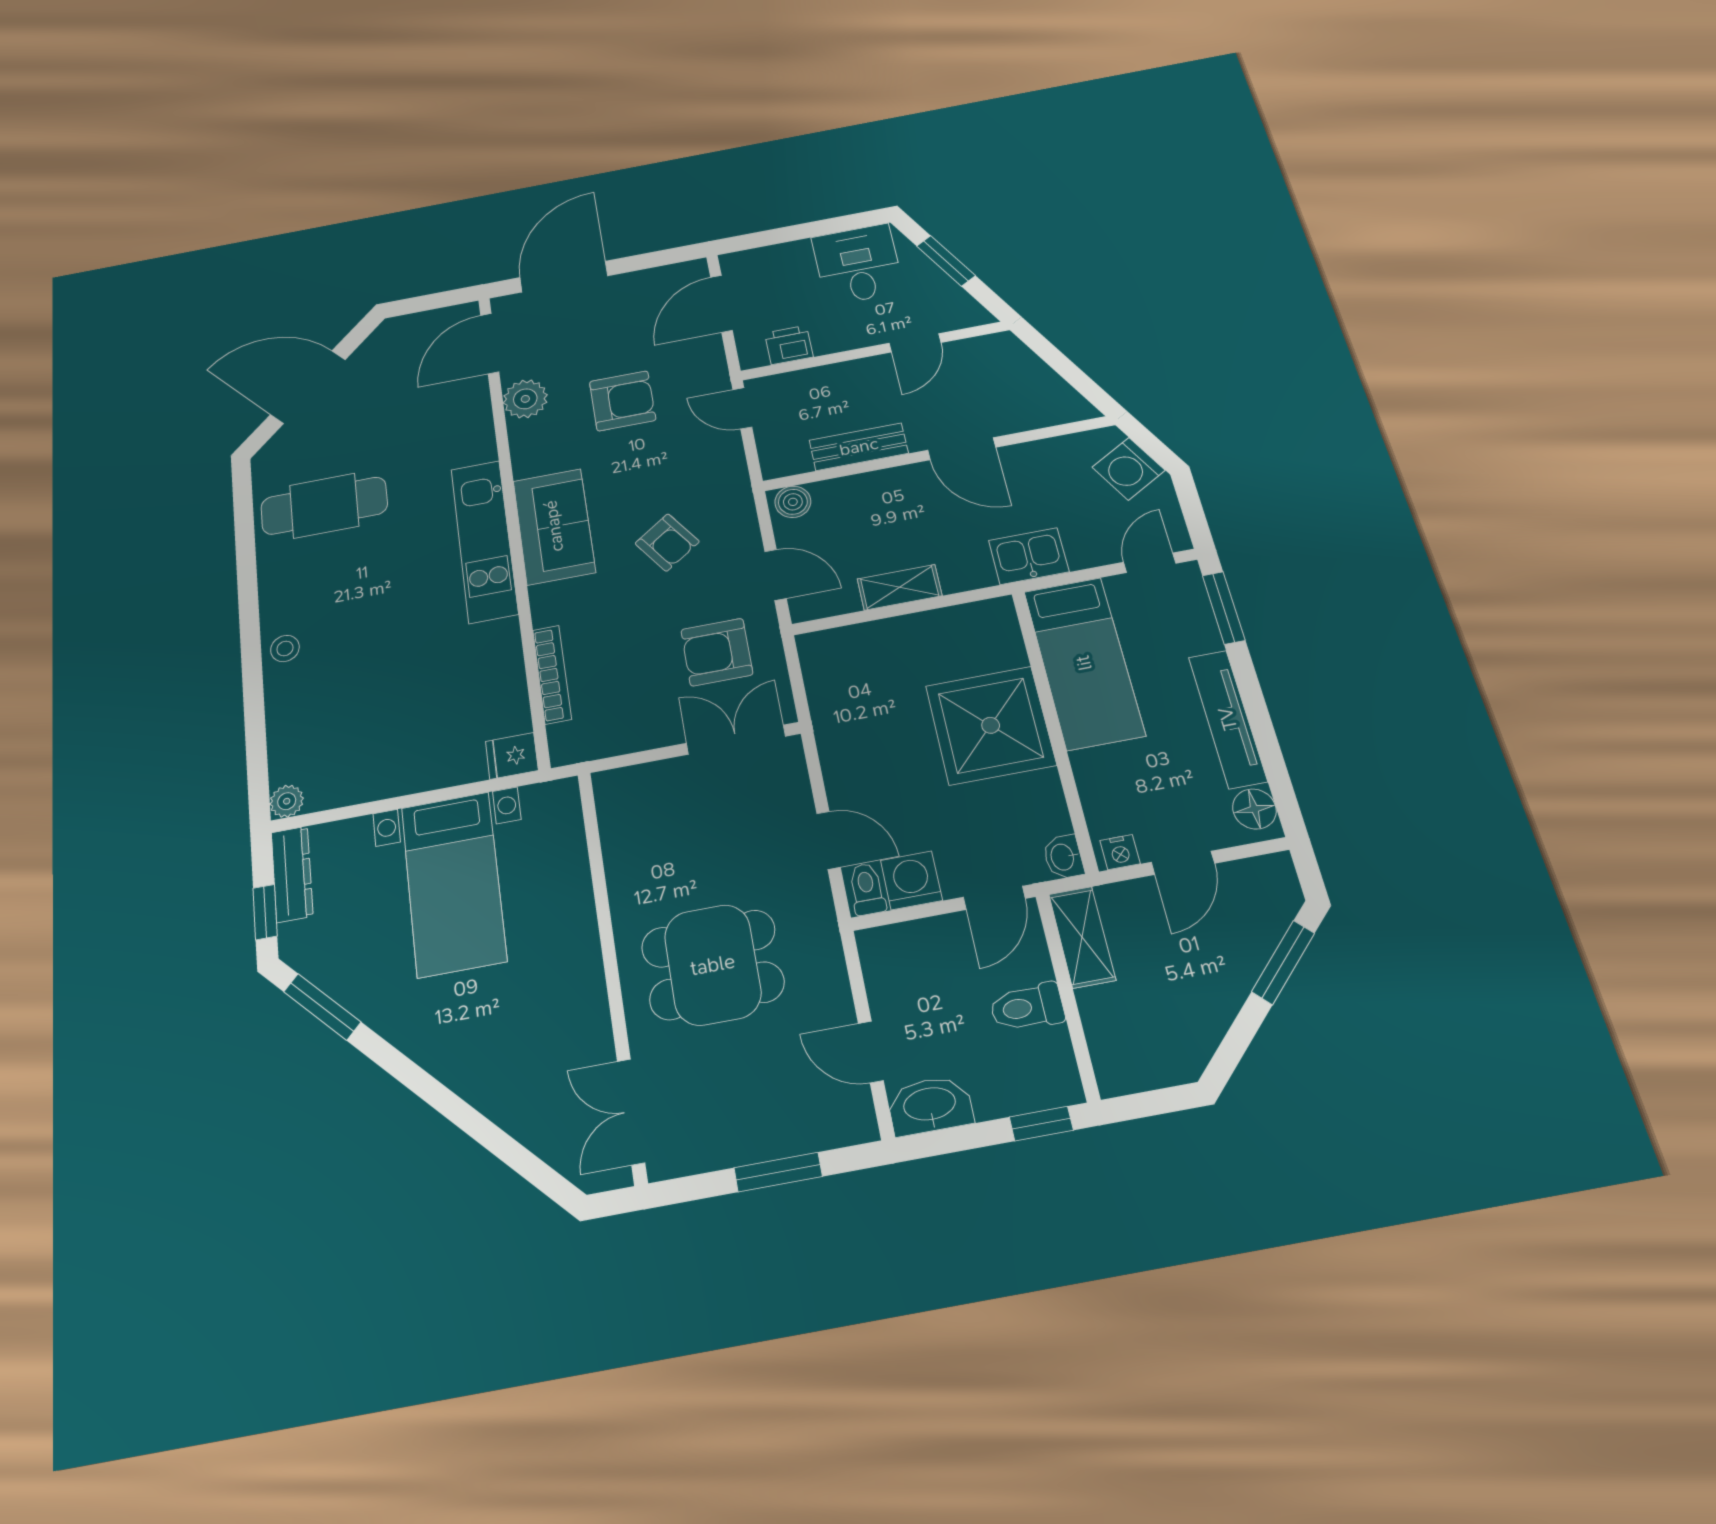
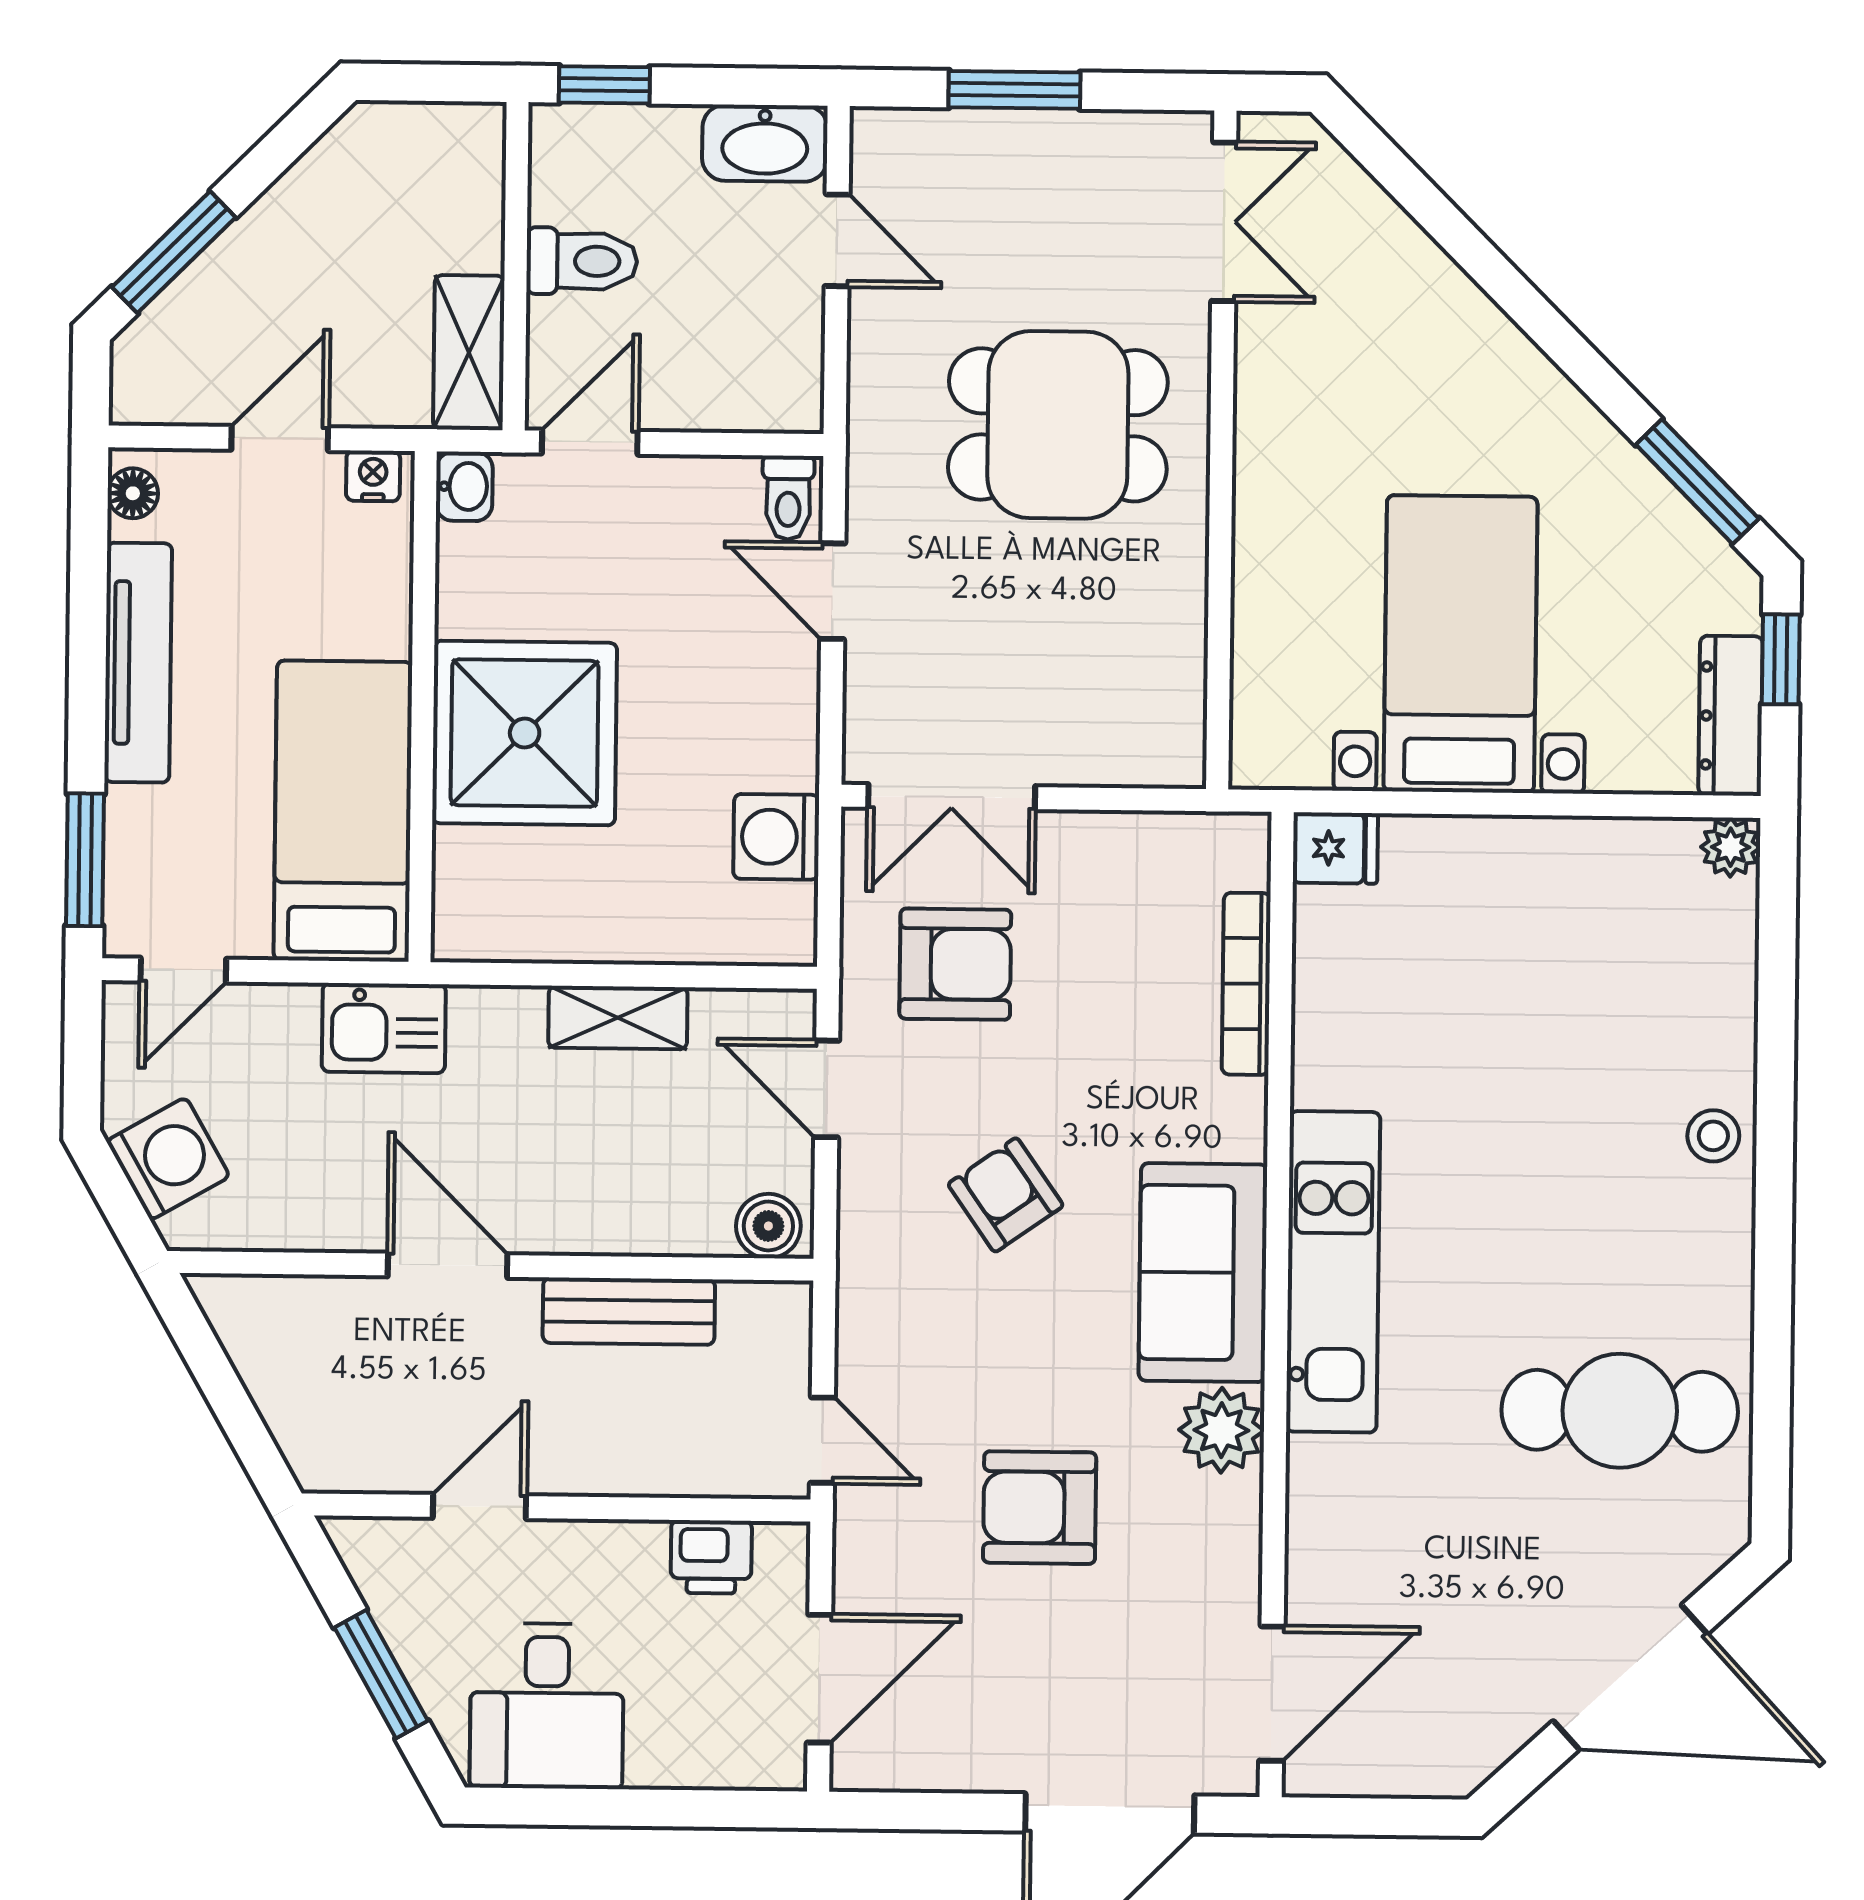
plant: (525, 399) -> (1221, 1430), moved
floor lamp: (1254, 809) -> (133, 493), width x0.73, depth x0.73
washing machine: (911, 880) -> (776, 837), moved, turned 90

